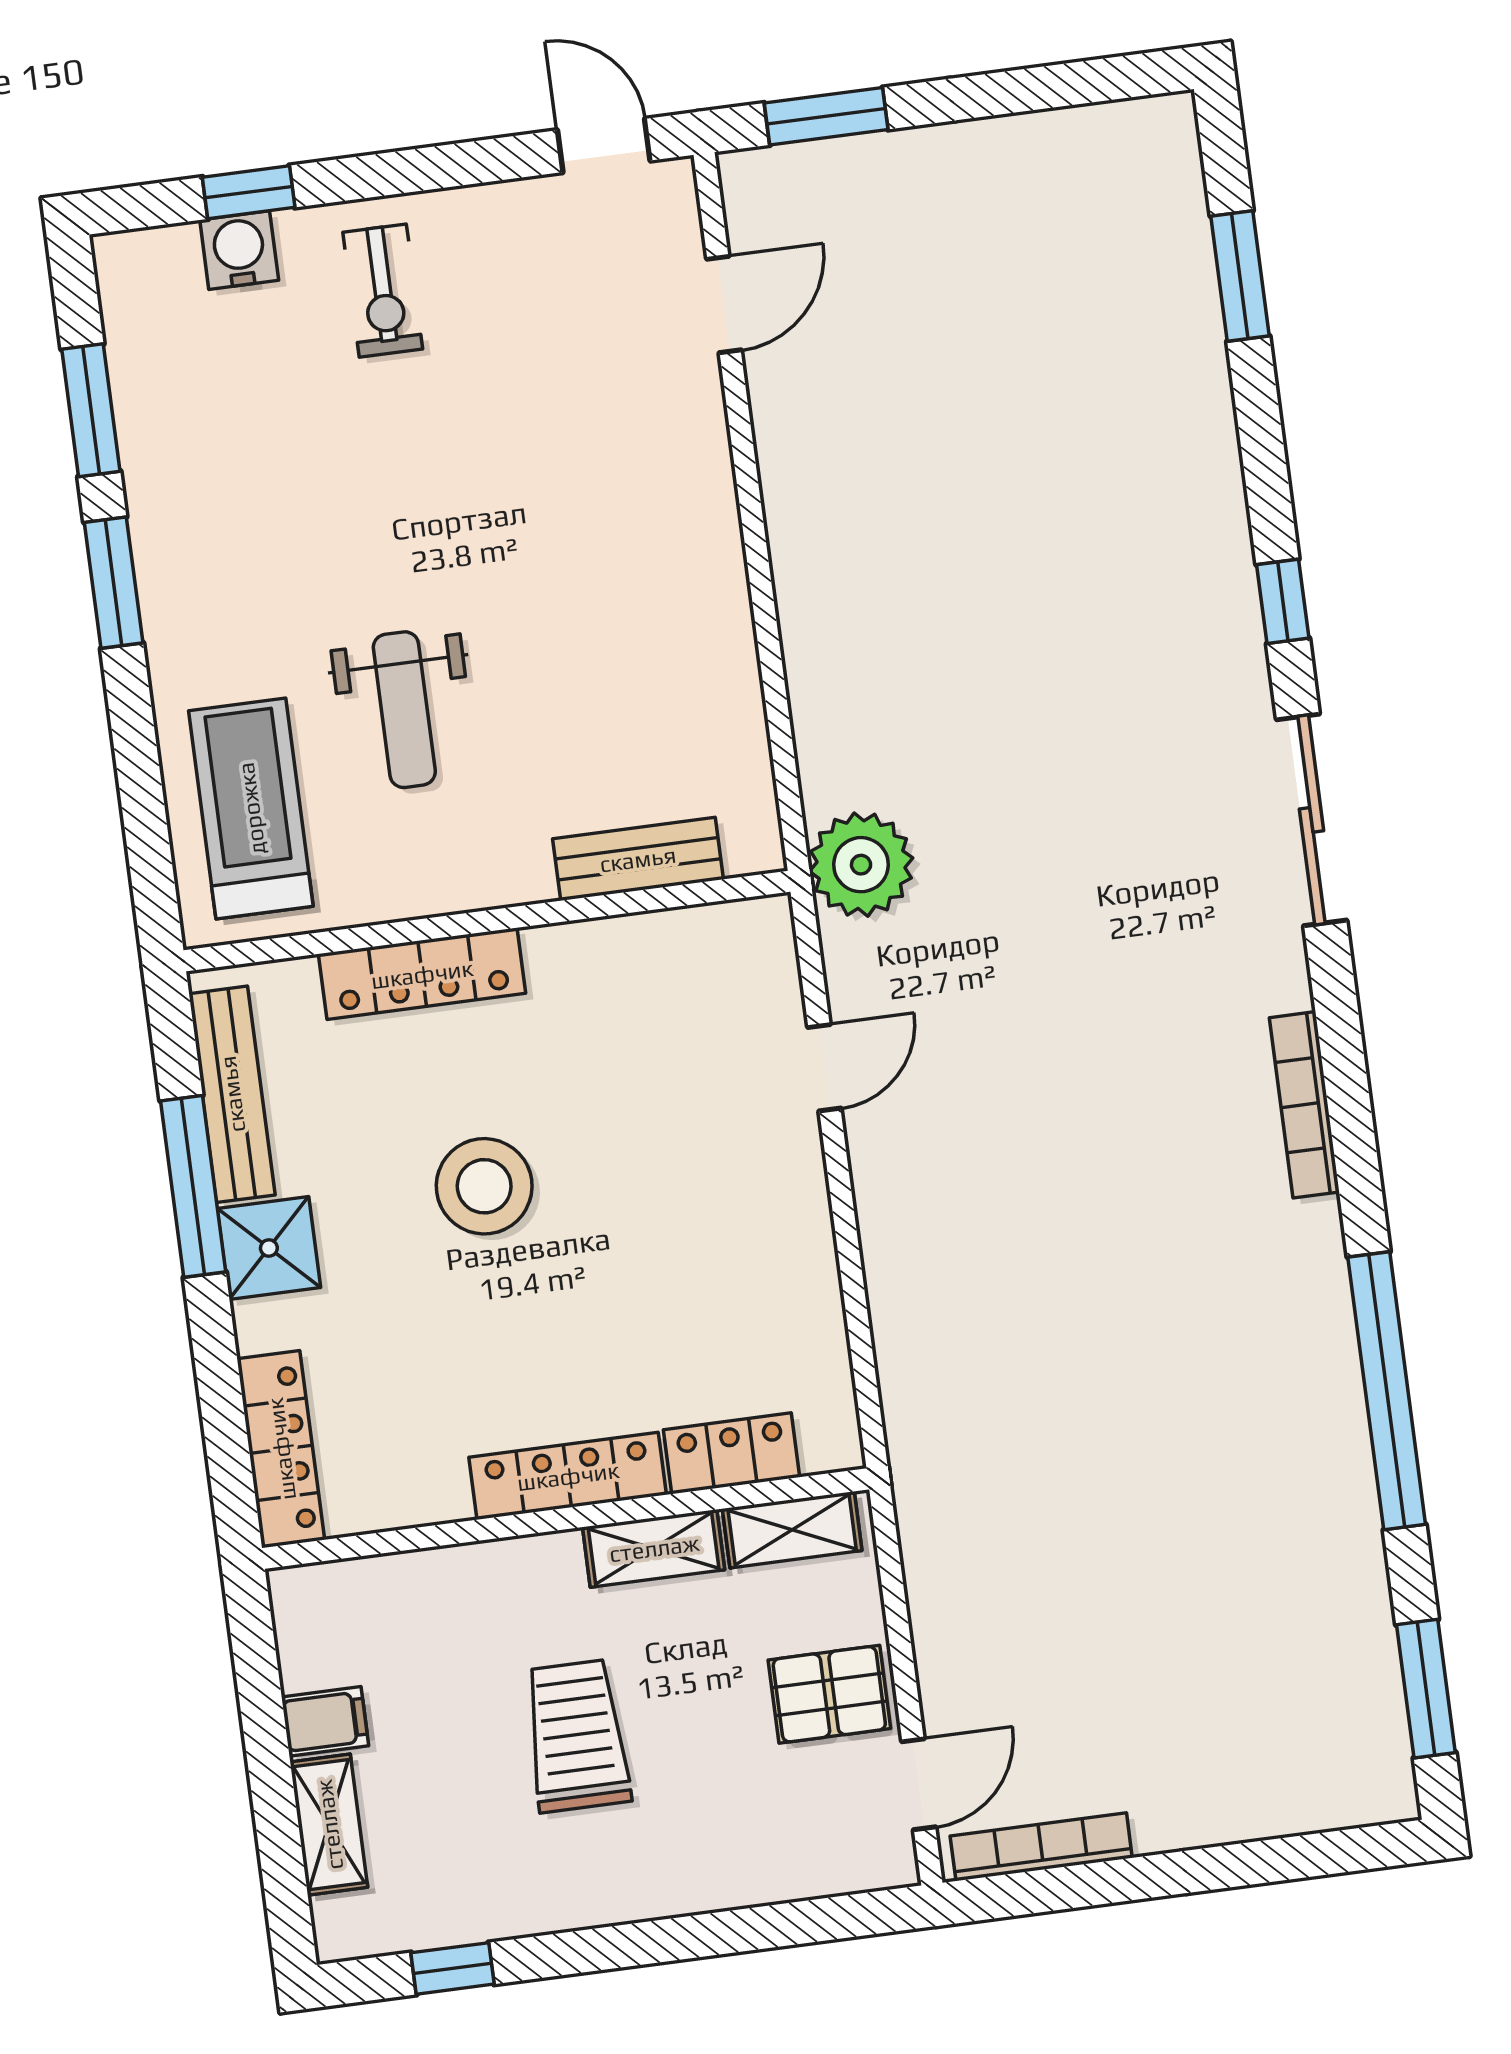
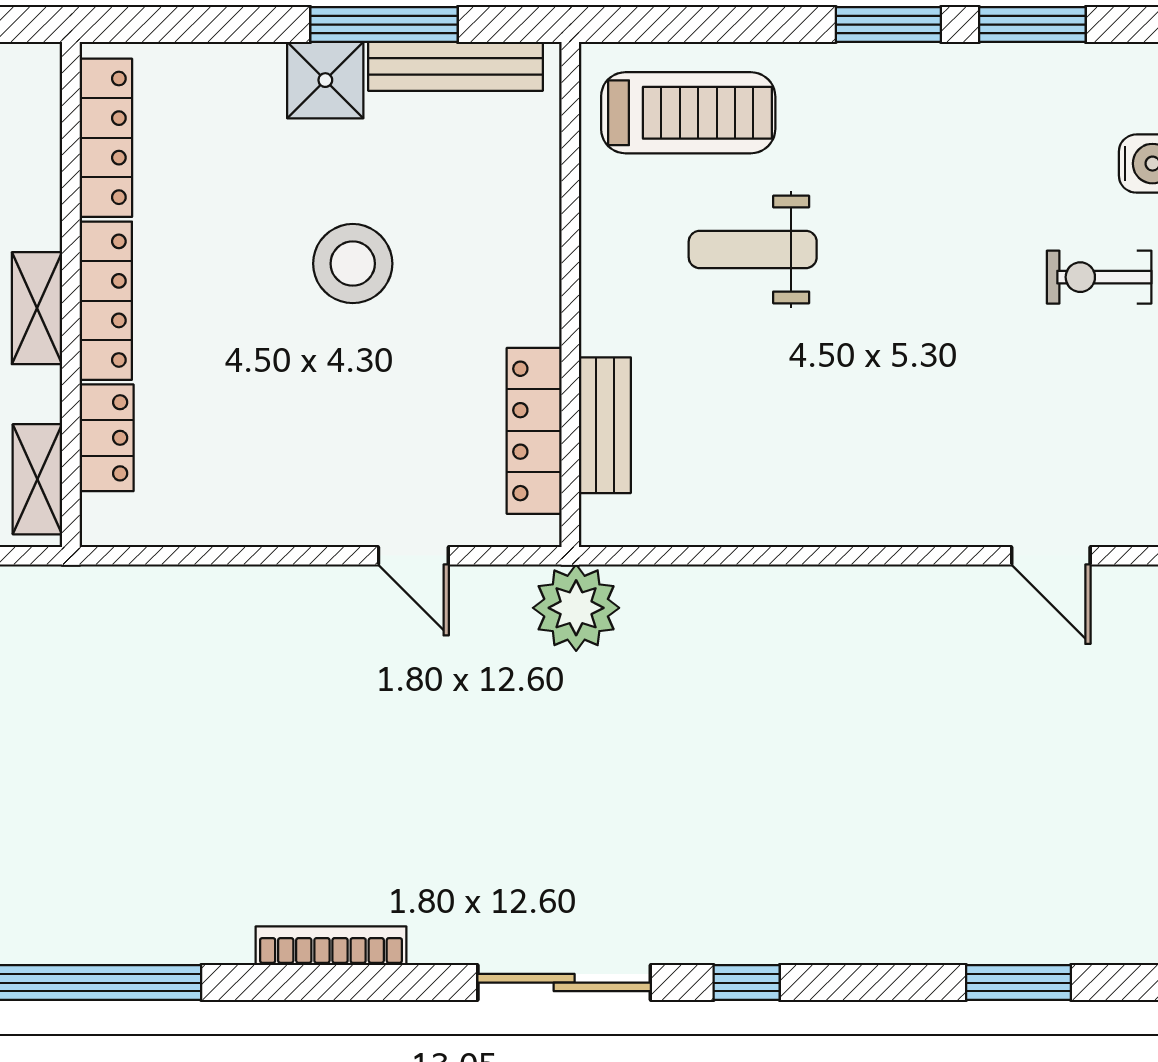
locker: (422, 974) -> (534, 431), moved
locker: (281, 1449) -> (106, 138), moved, turned -90
shelving: (654, 1548) -> (37, 308), moved

